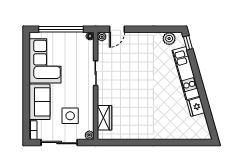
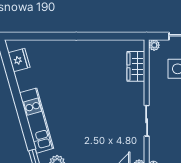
fridge: (196, 107) -> (19, 60), moved

